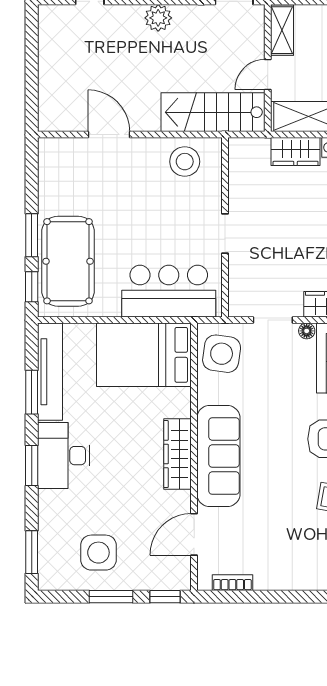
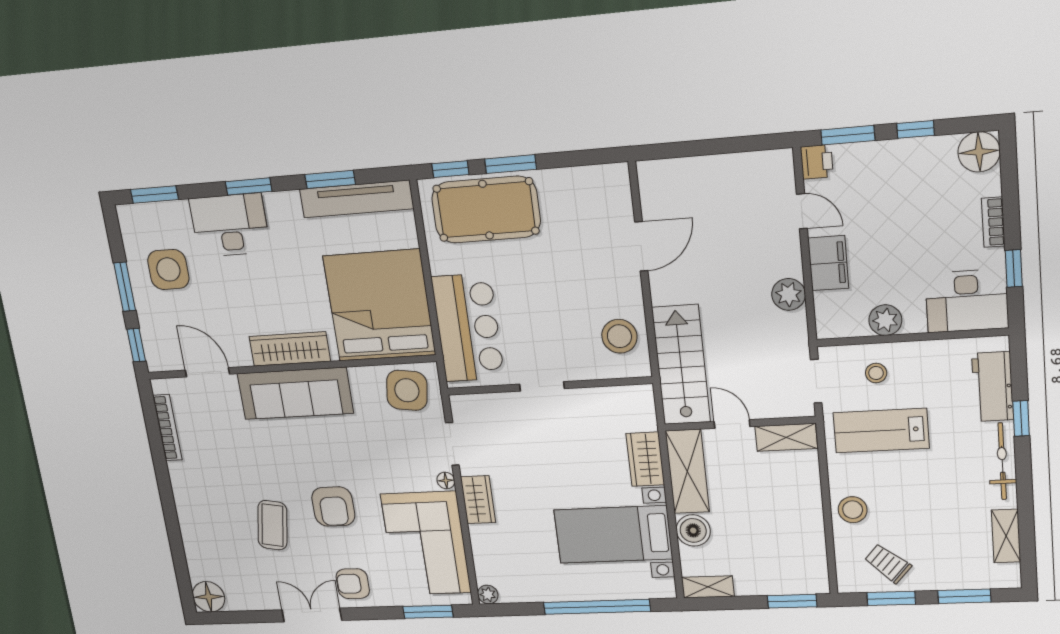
bed: (144, 355) -> (379, 306), width x1.36
desk: (64, 456) -> (230, 225), moved
bookcase: (232, 583) -> (167, 428), width x1.56

